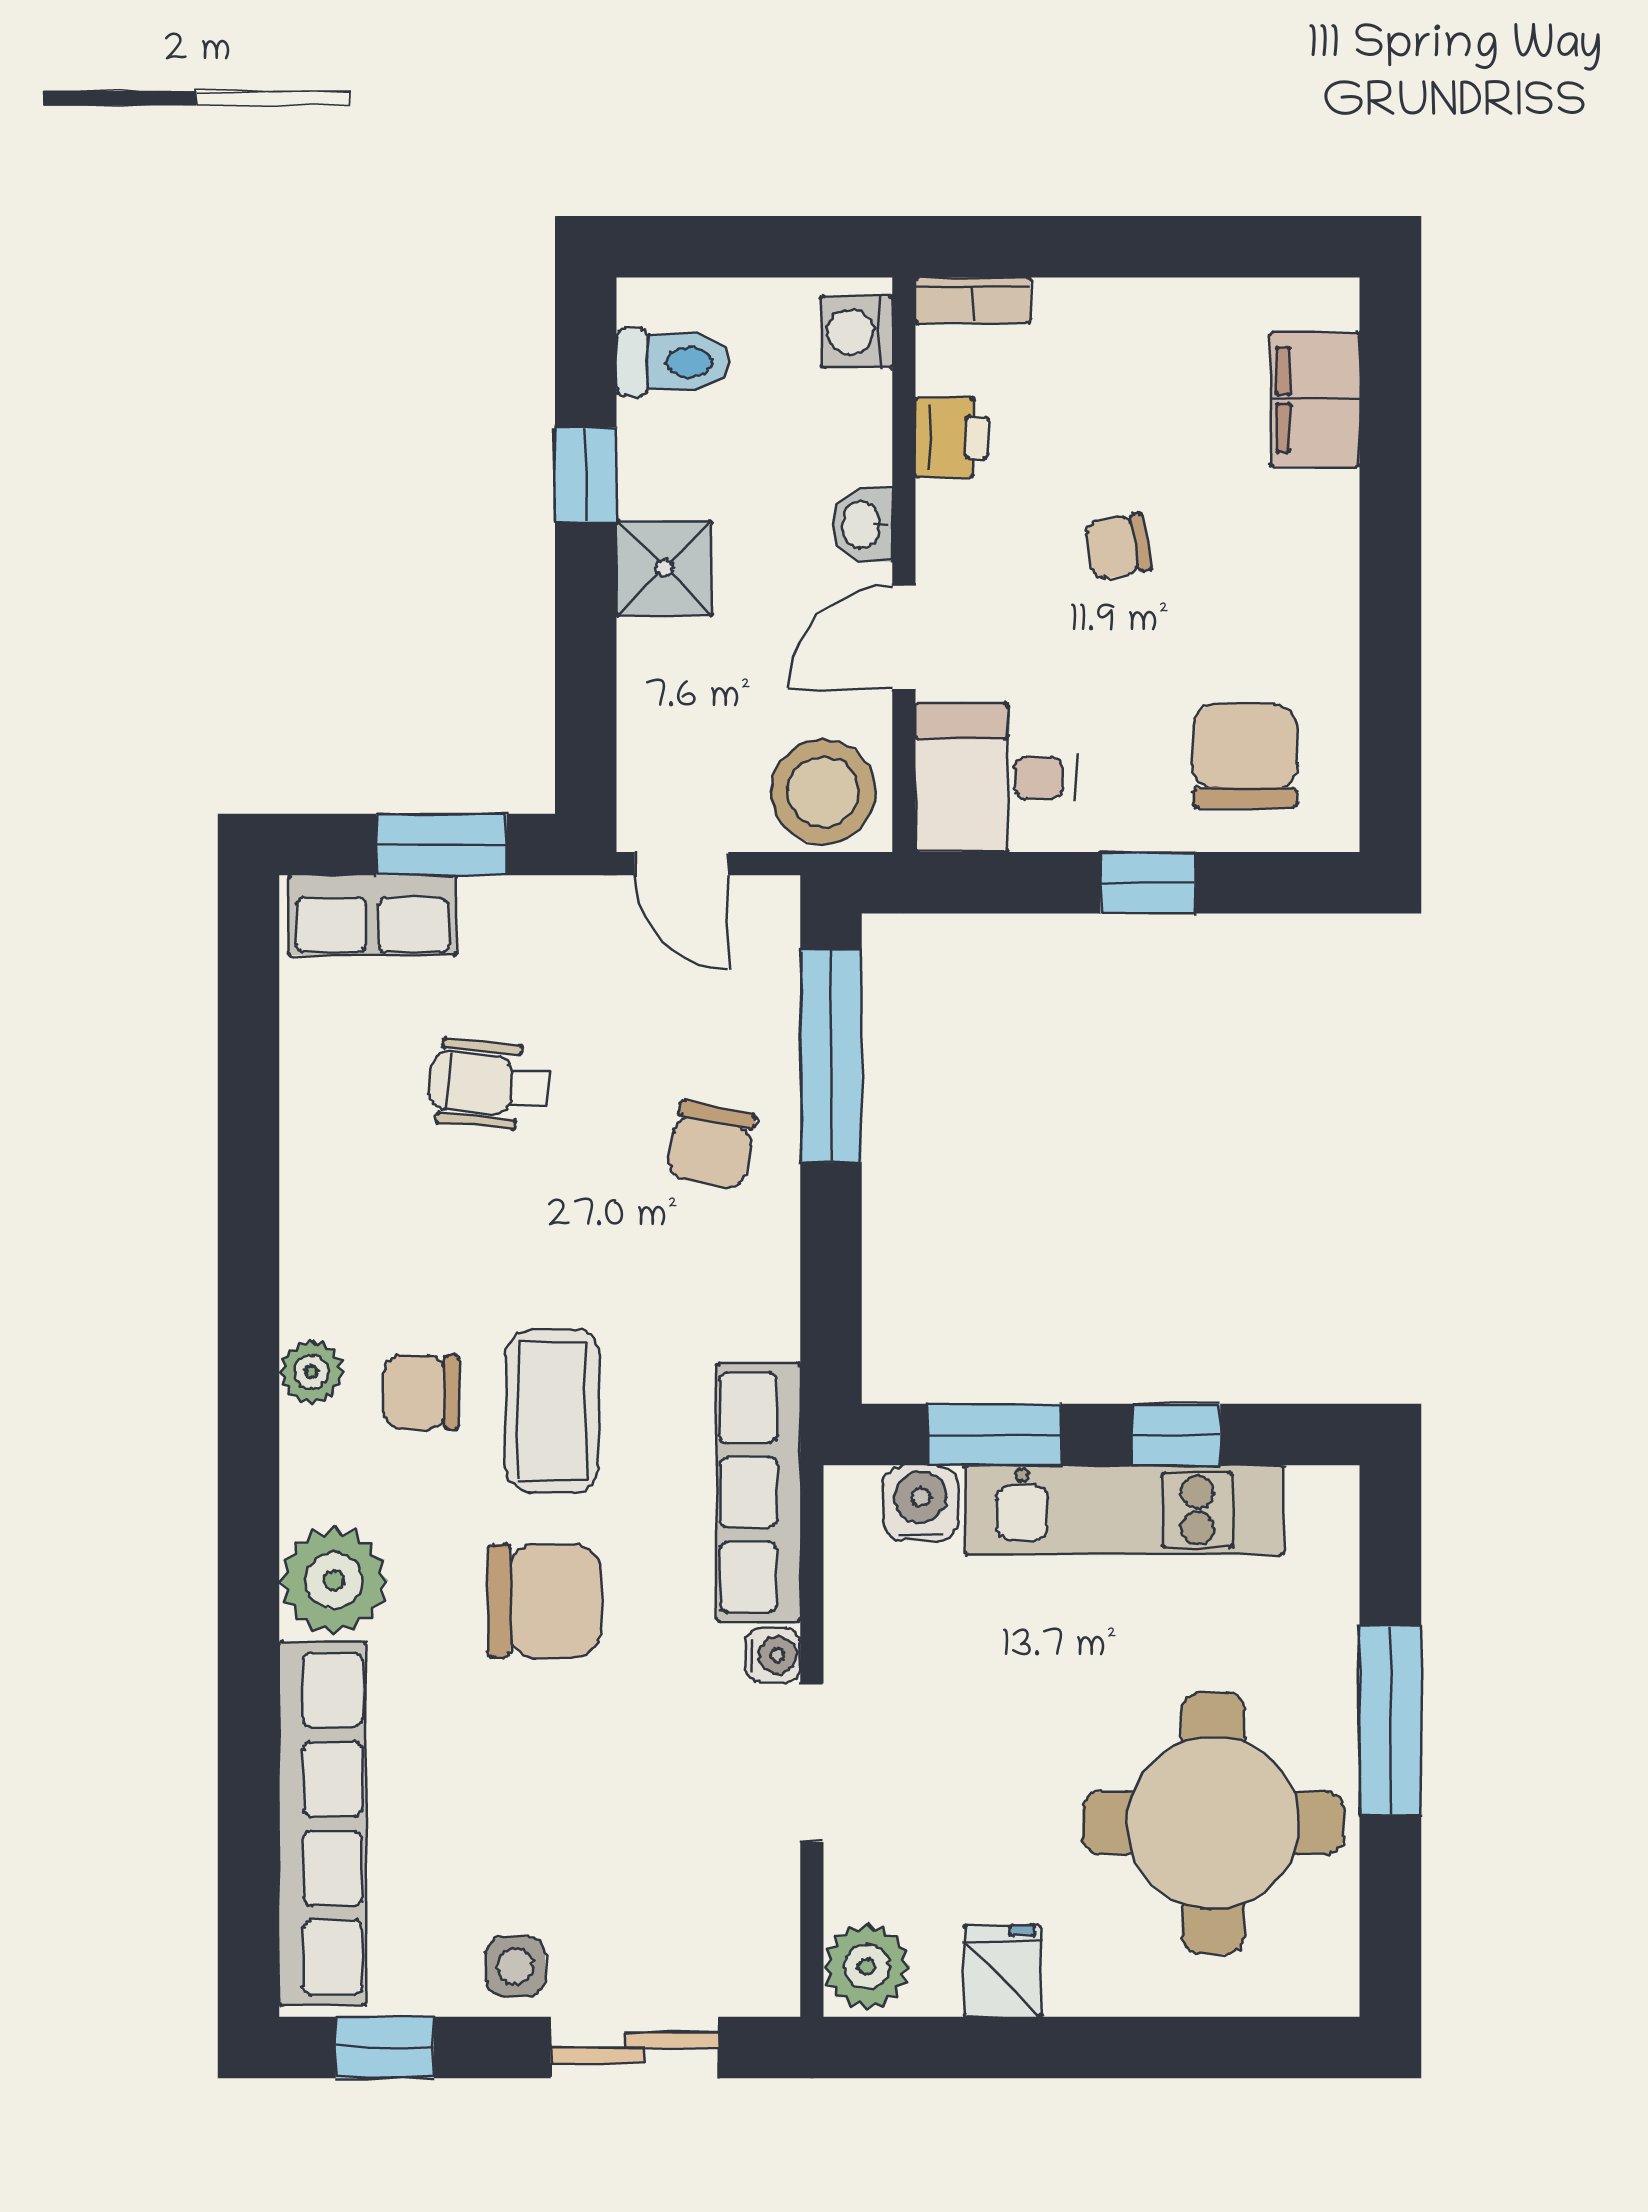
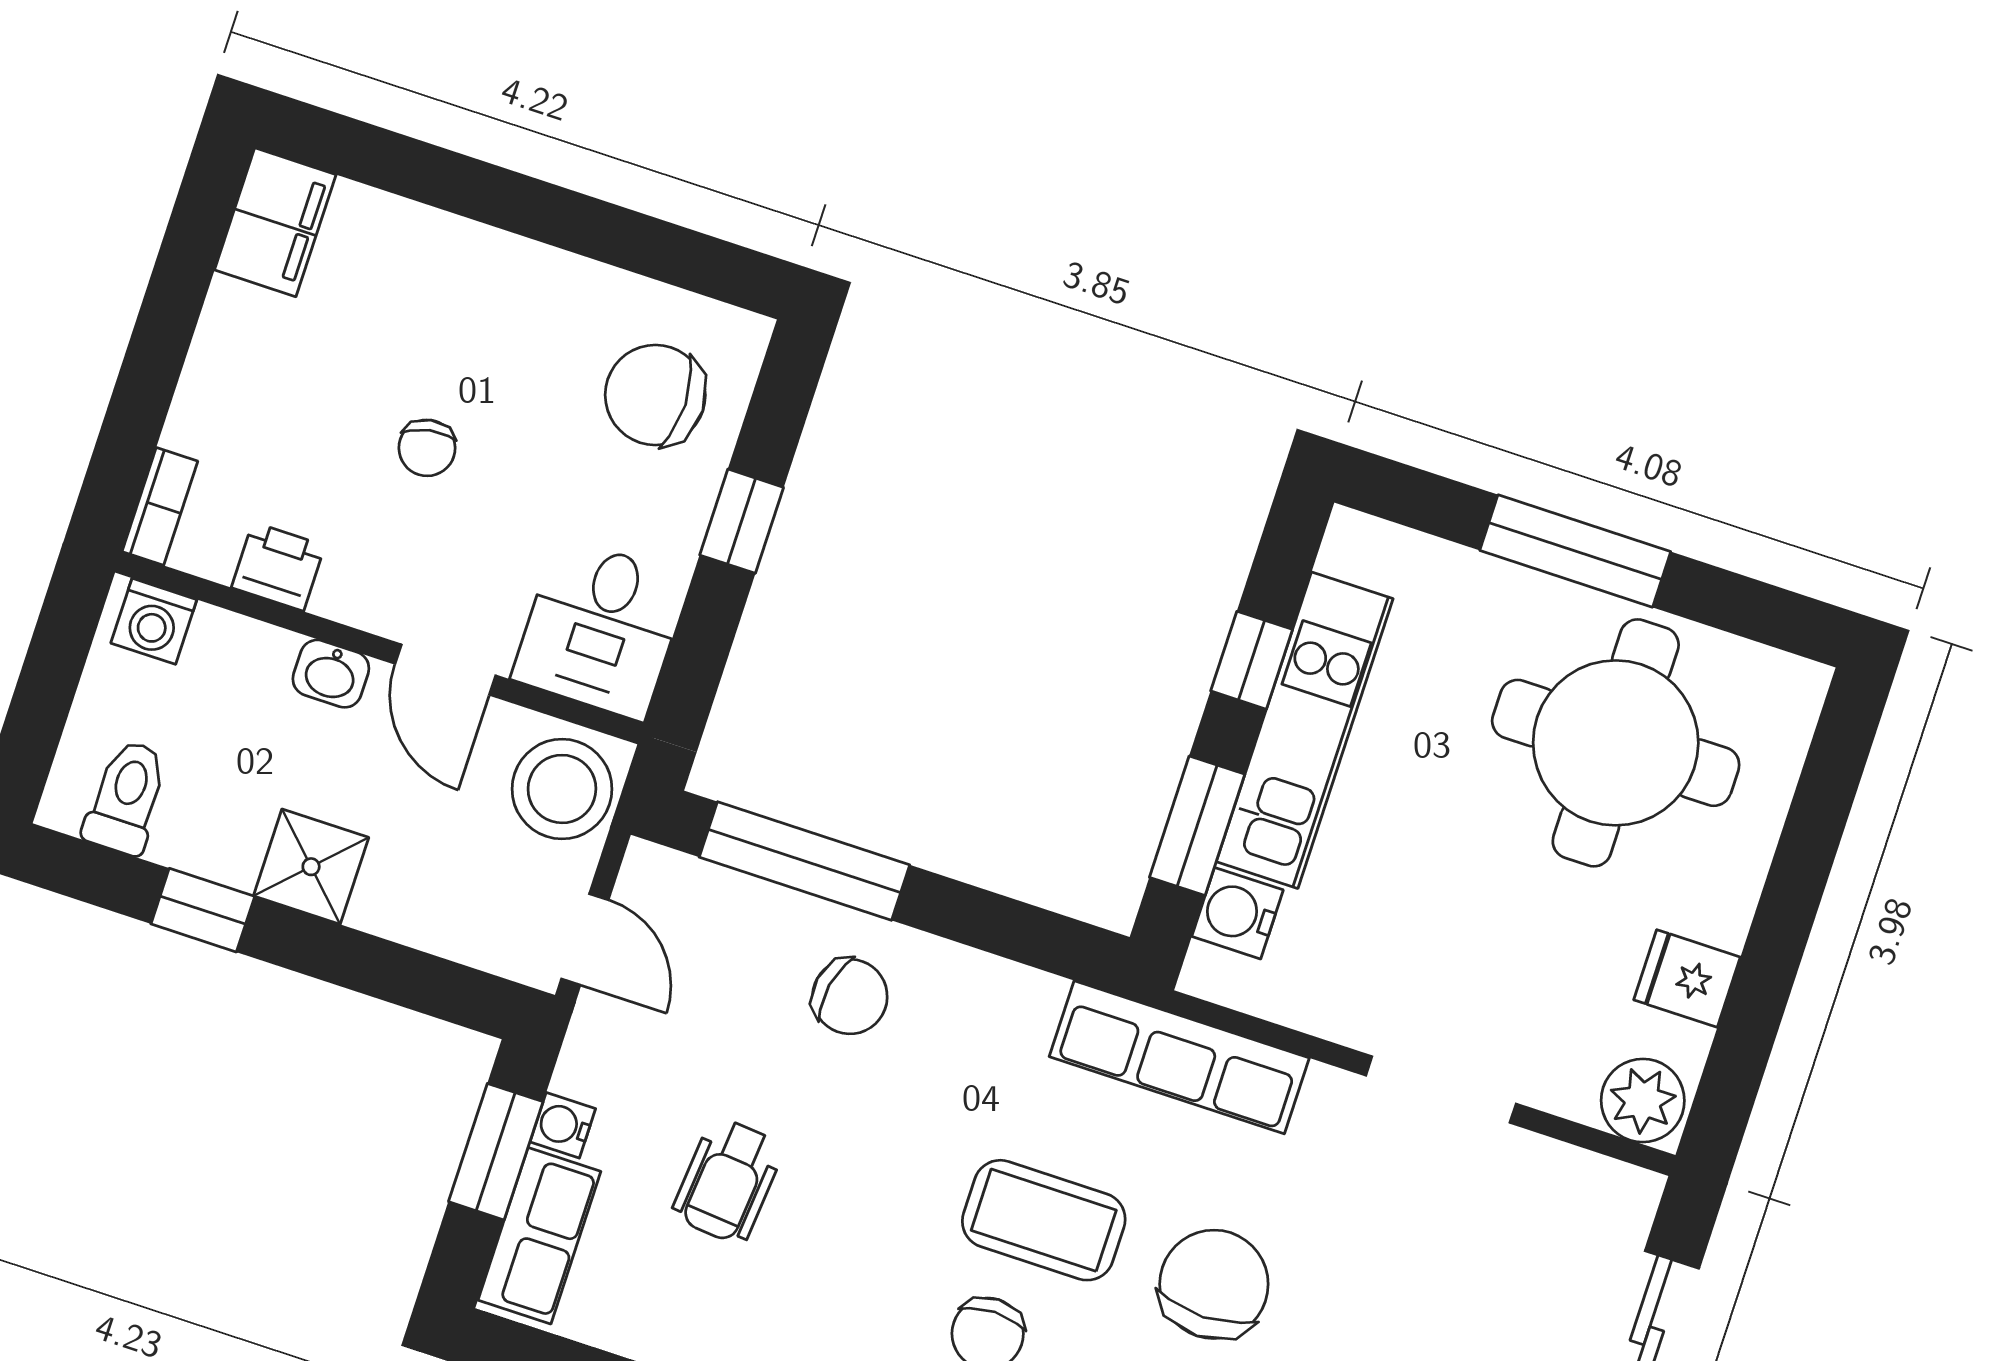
filing cabinet: (1315, 399) -> (275, 222), moved, turned -90
door: (681, 864) -> (585, 939), hinge flipped
water cooler: (773, 1655) -> (563, 1125), moved, turned -90

